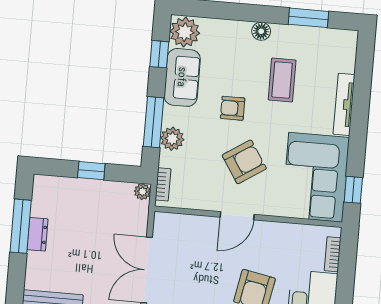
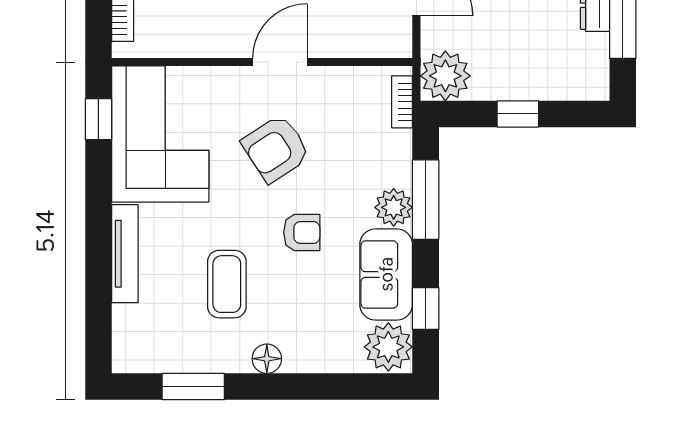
plant: (172, 139) -> (394, 207), moved
plant: (142, 192) -> (445, 76), width x1.88, depth x1.88

